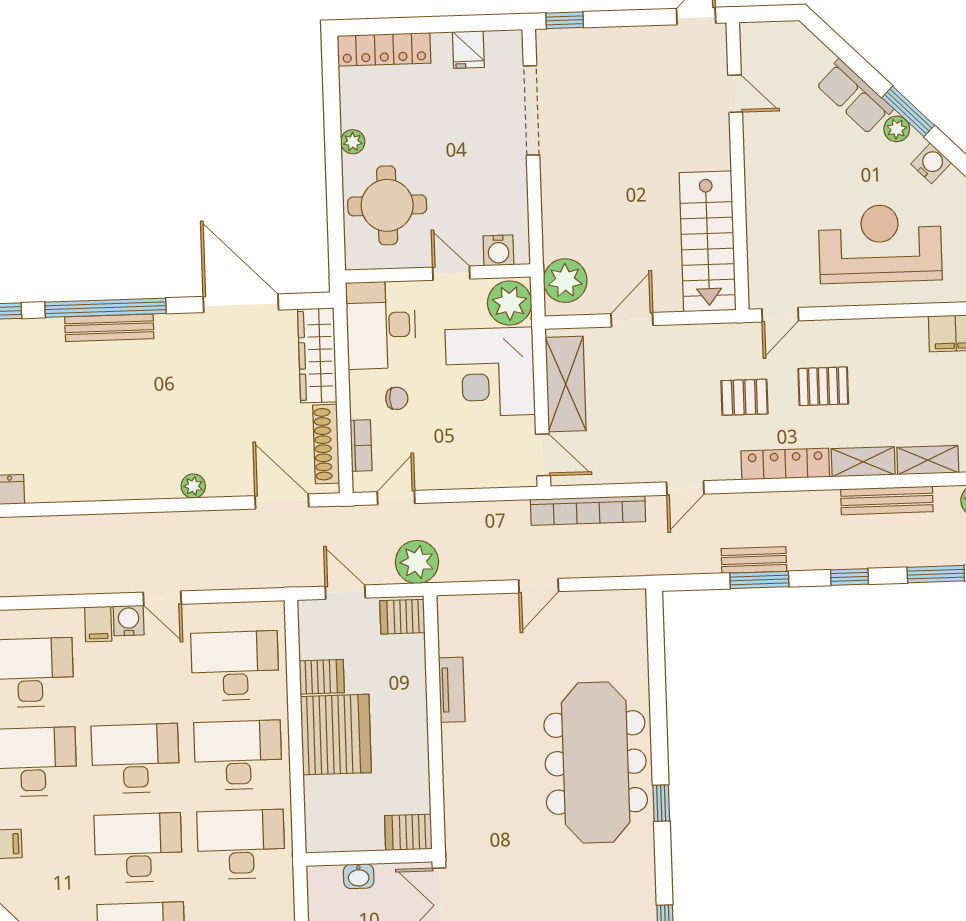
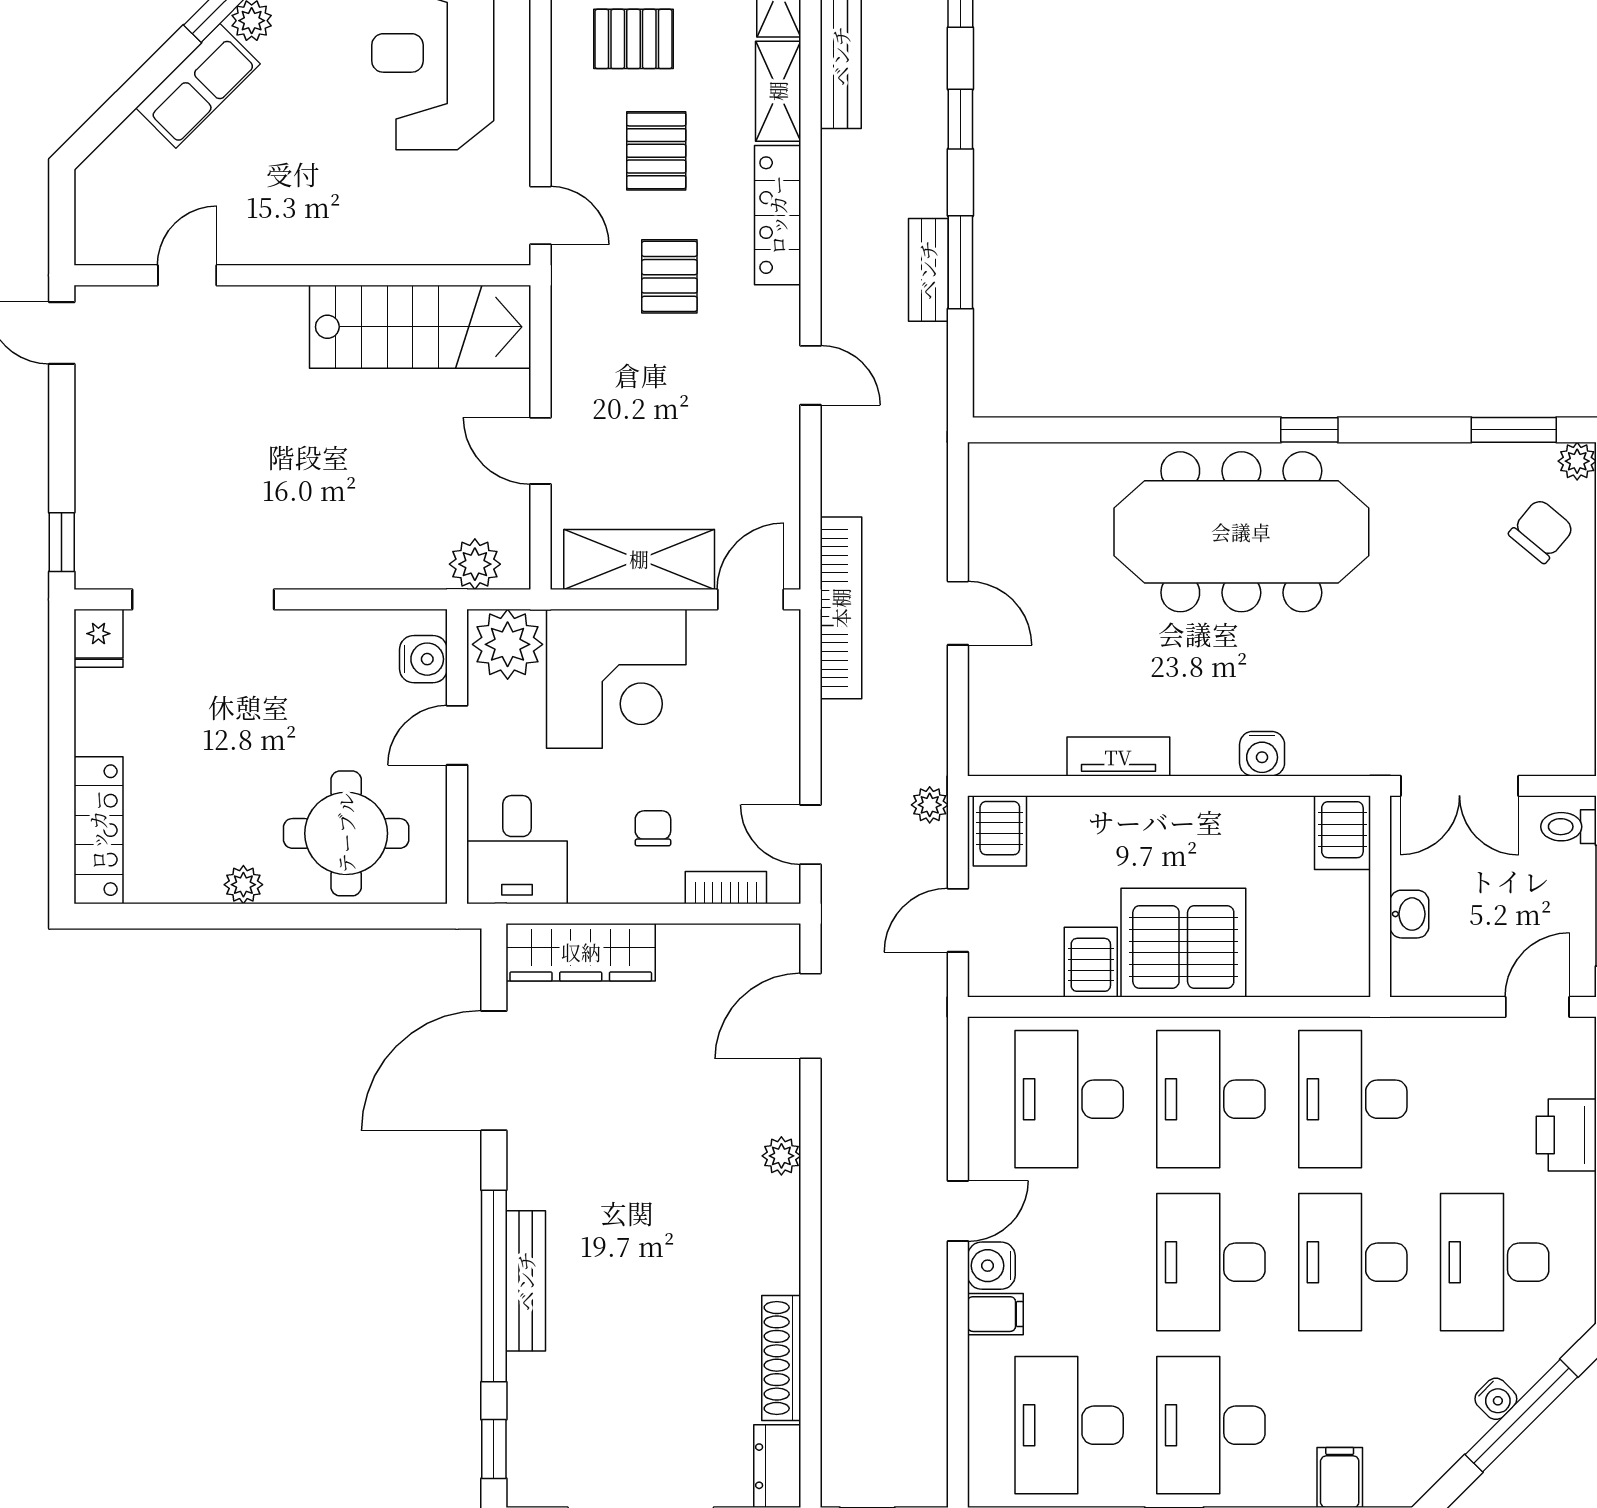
fridge: (468, 50) -> (98, 638), moved, turned 90
plant: (565, 281) -> (475, 564), width x0.73, depth x0.73
desk: (381, 325) -> (517, 850), width x0.73
pallet: (893, 370) -> (634, 39), added
shoe rack: (326, 444) -> (781, 1358), moved, turned 90
bookcase: (588, 510) -> (841, 608), moved
plant: (417, 562) -> (930, 805), width x0.53, depth x0.53
water cooler: (456, 780) -> (1262, 754), added

